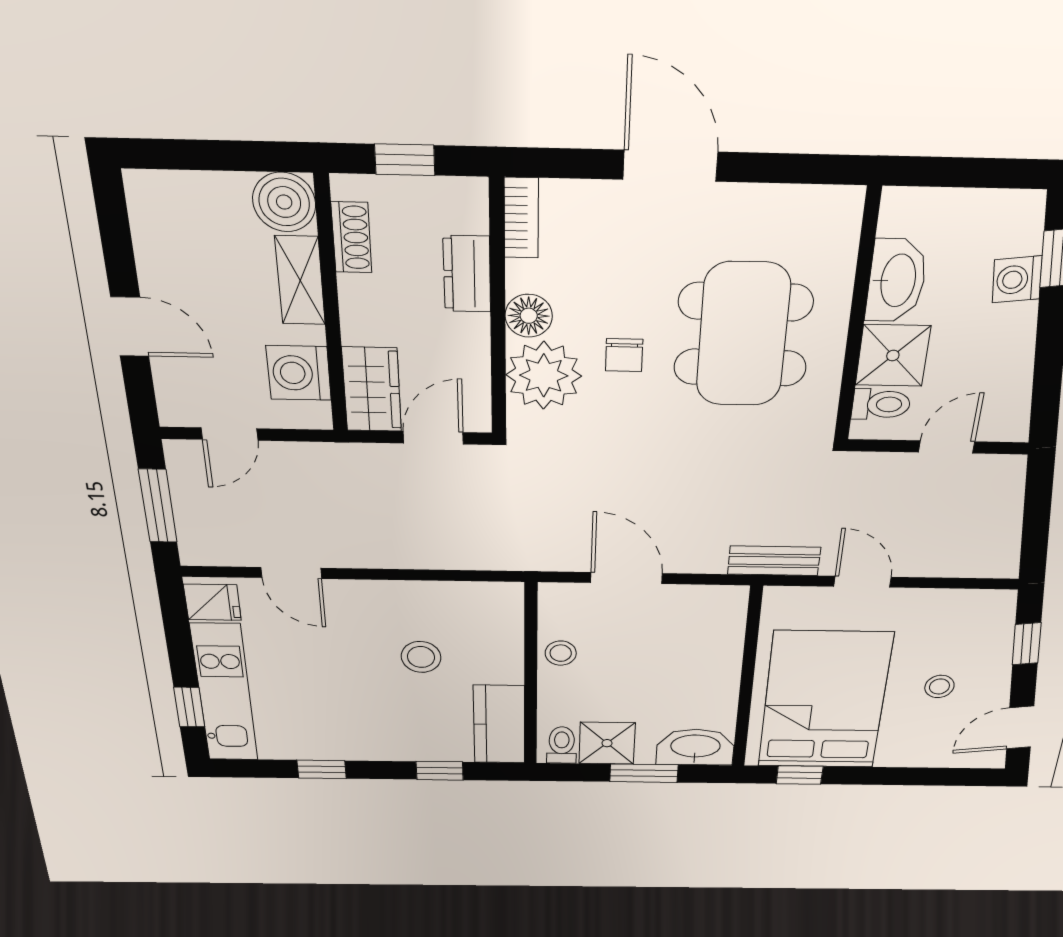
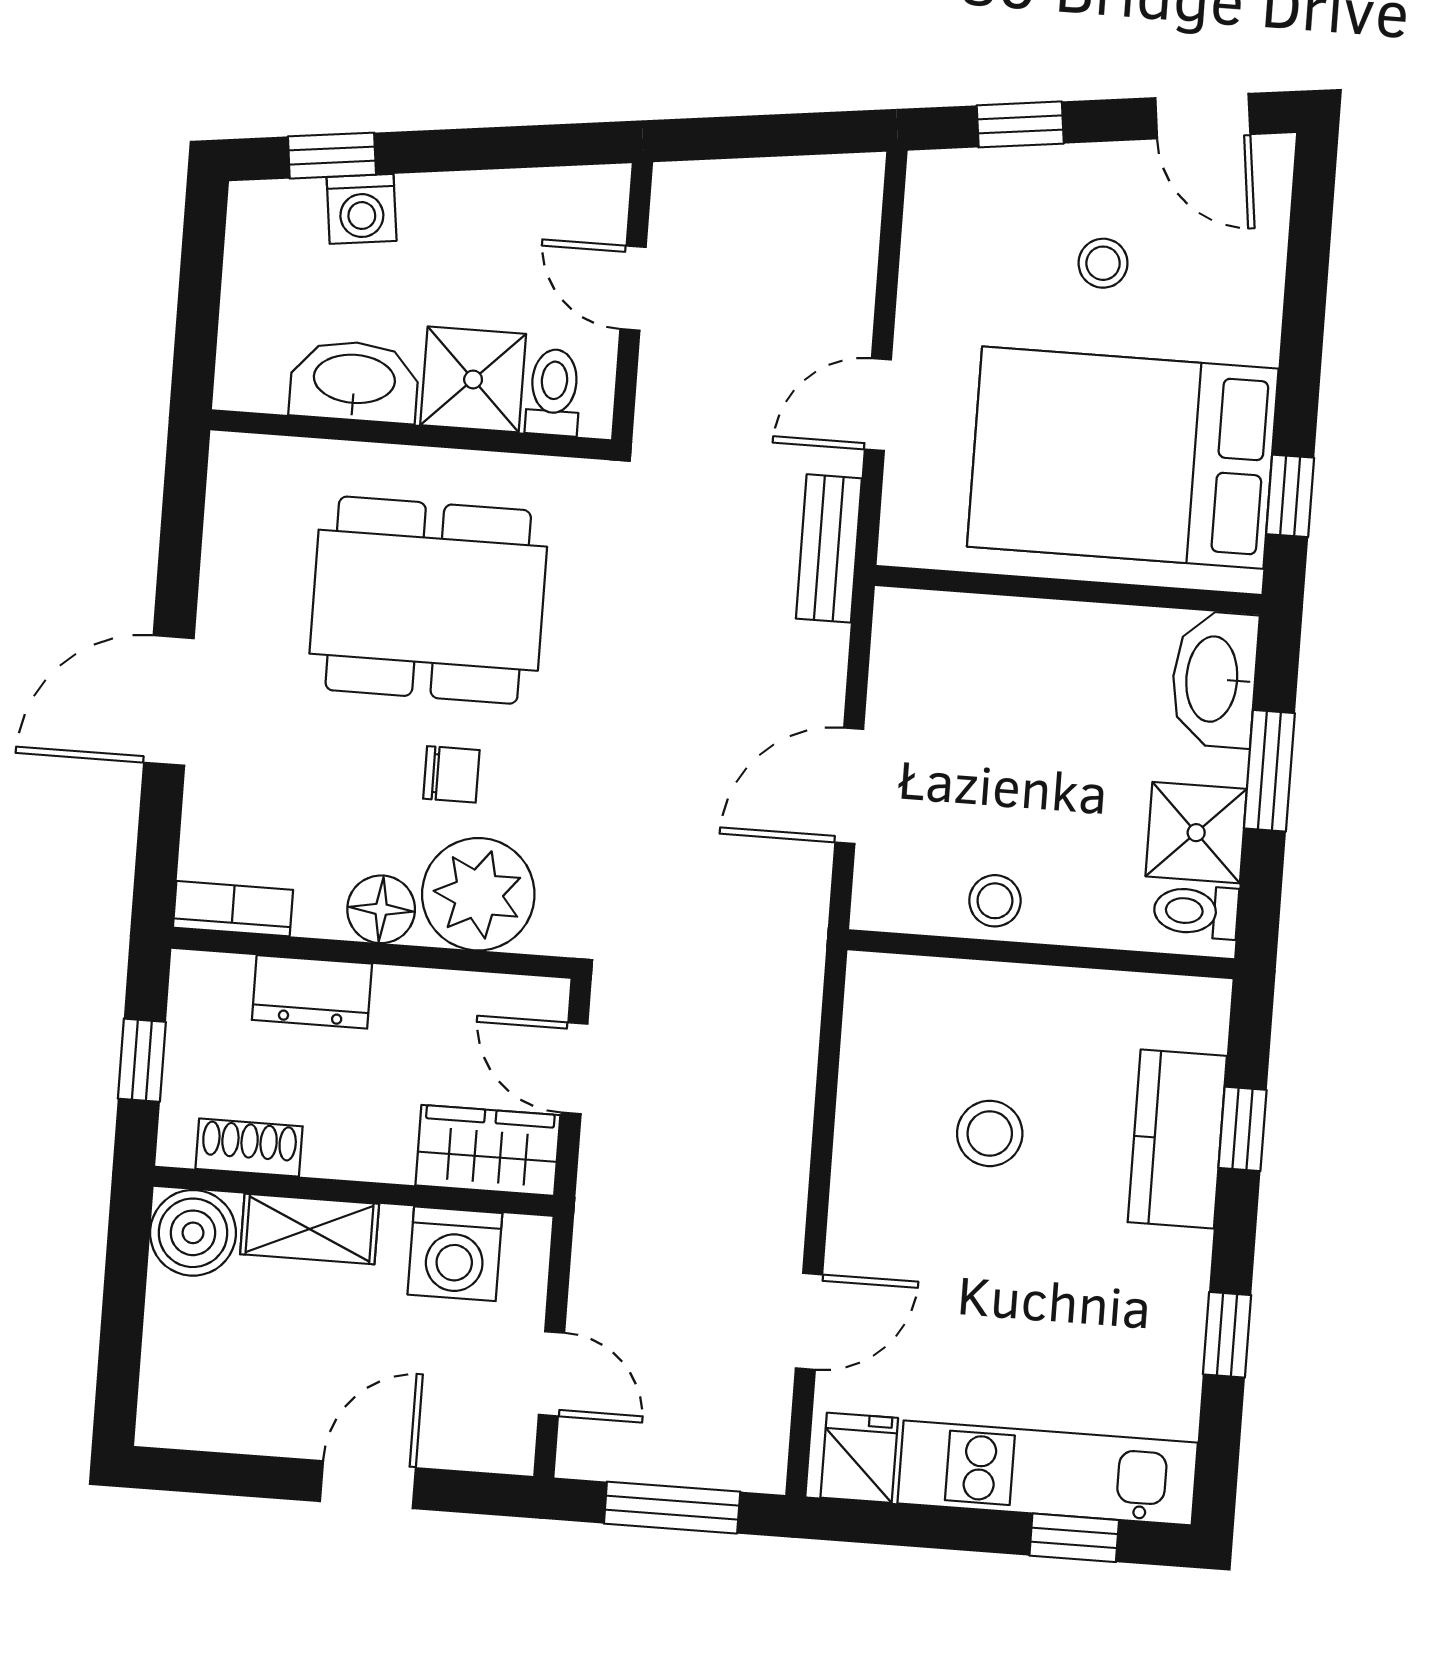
kitchen counter: (499, 724) -> (1177, 1139), moved, turned 90

